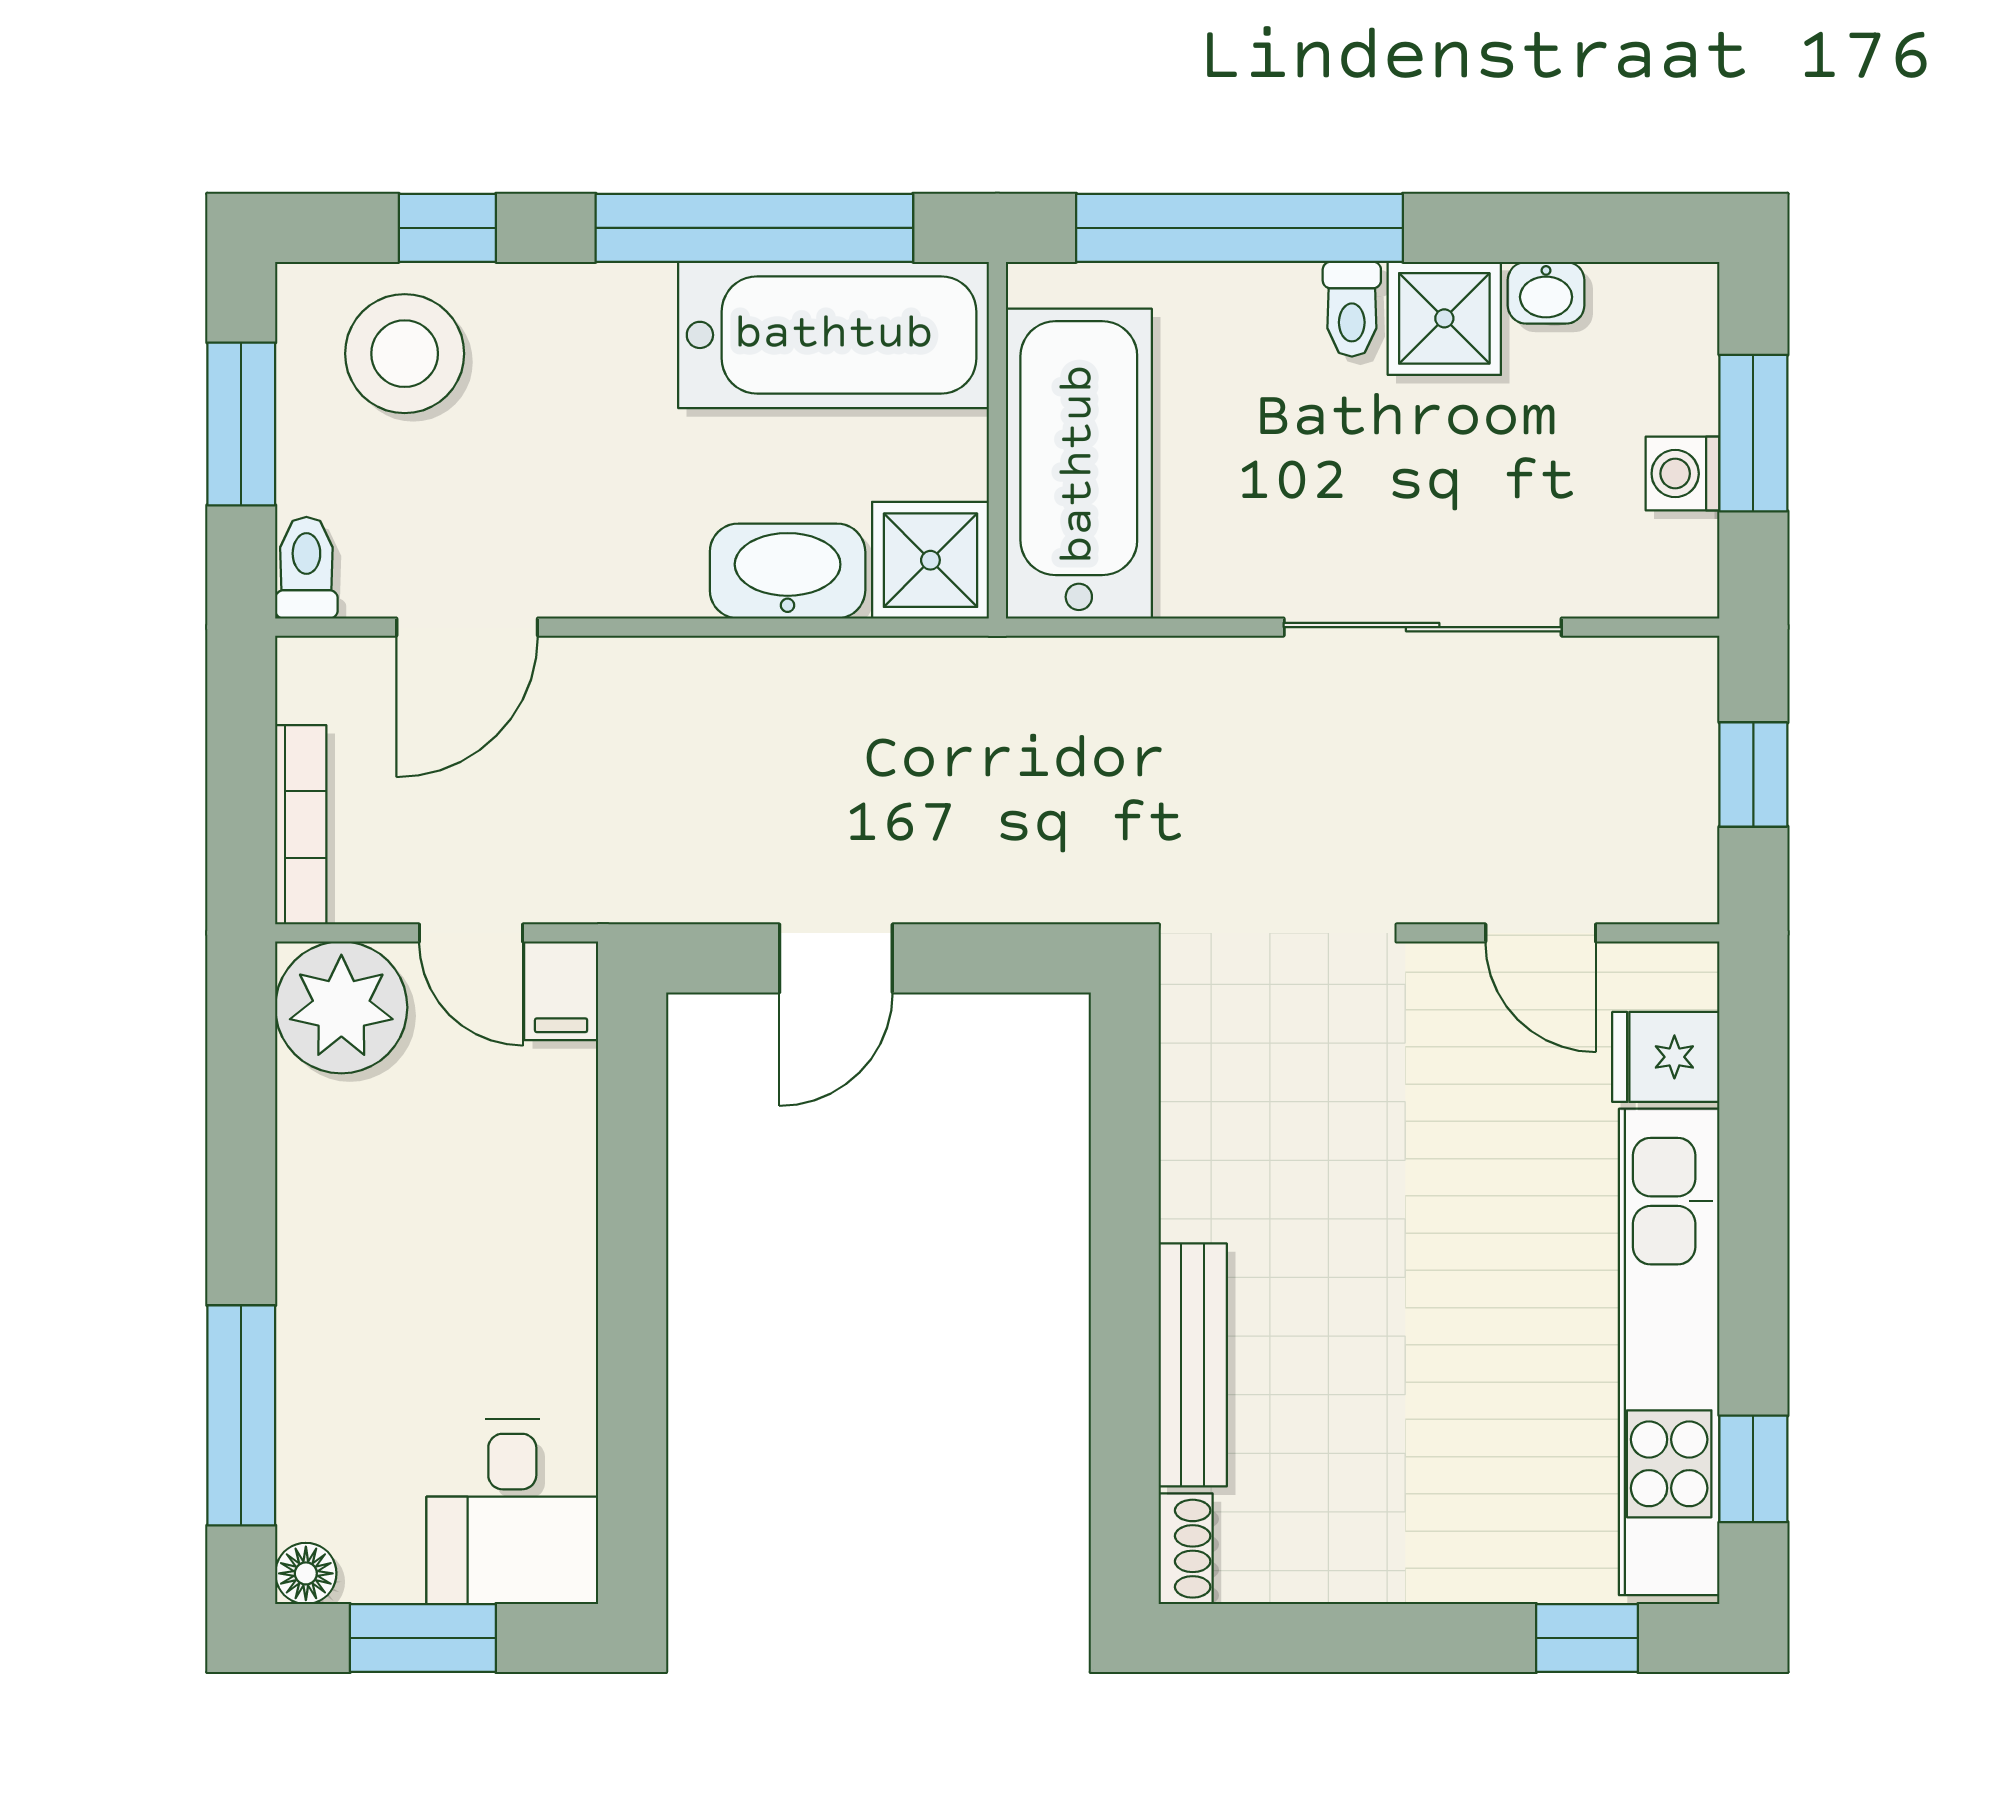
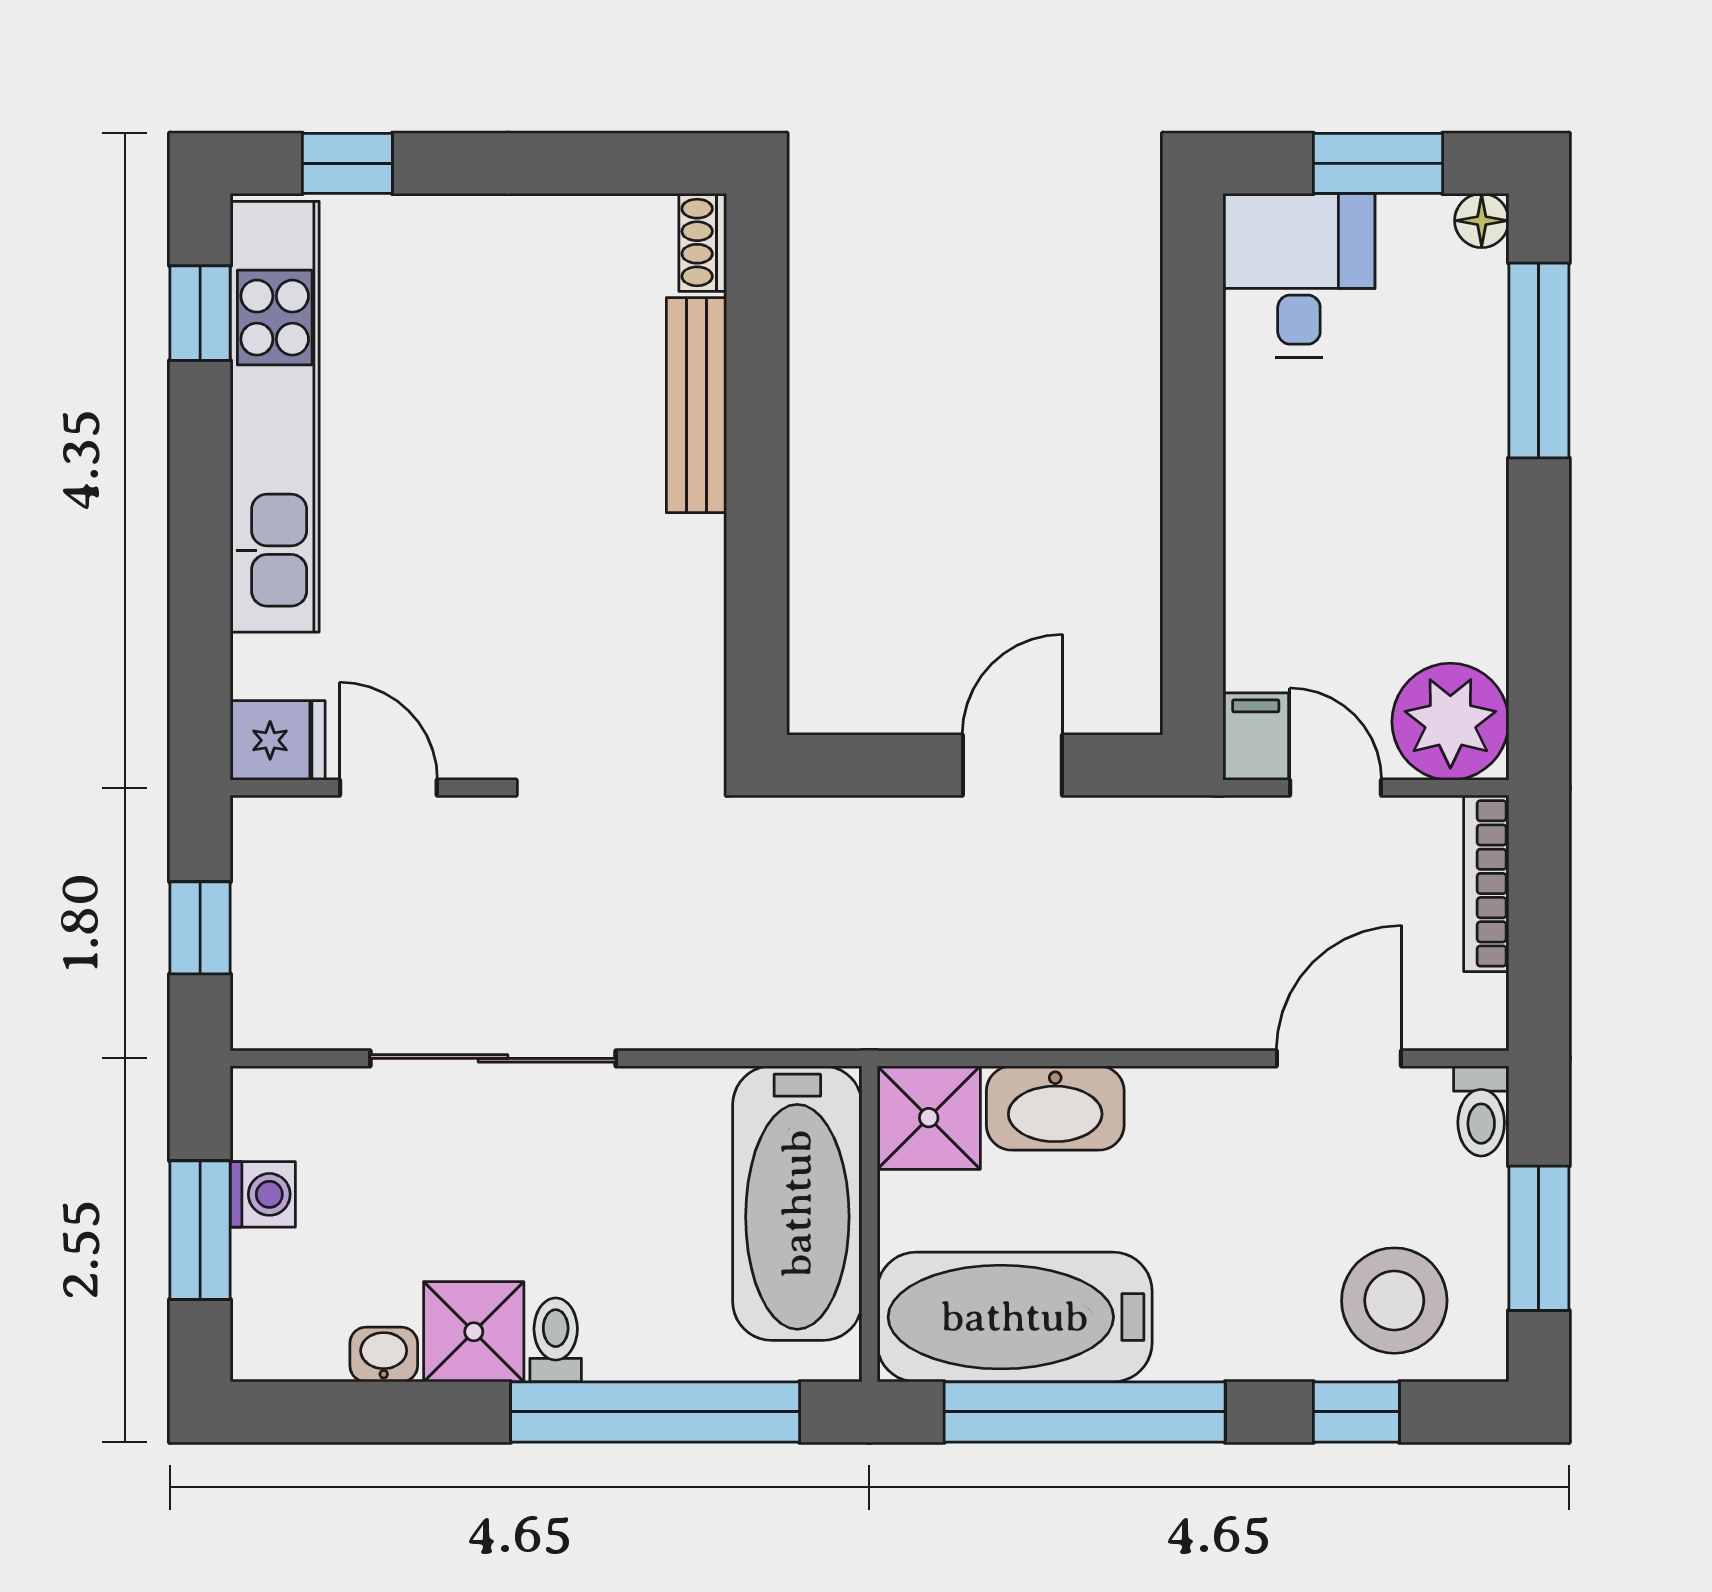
fridge: (1666, 1057) -> (278, 740), moved

